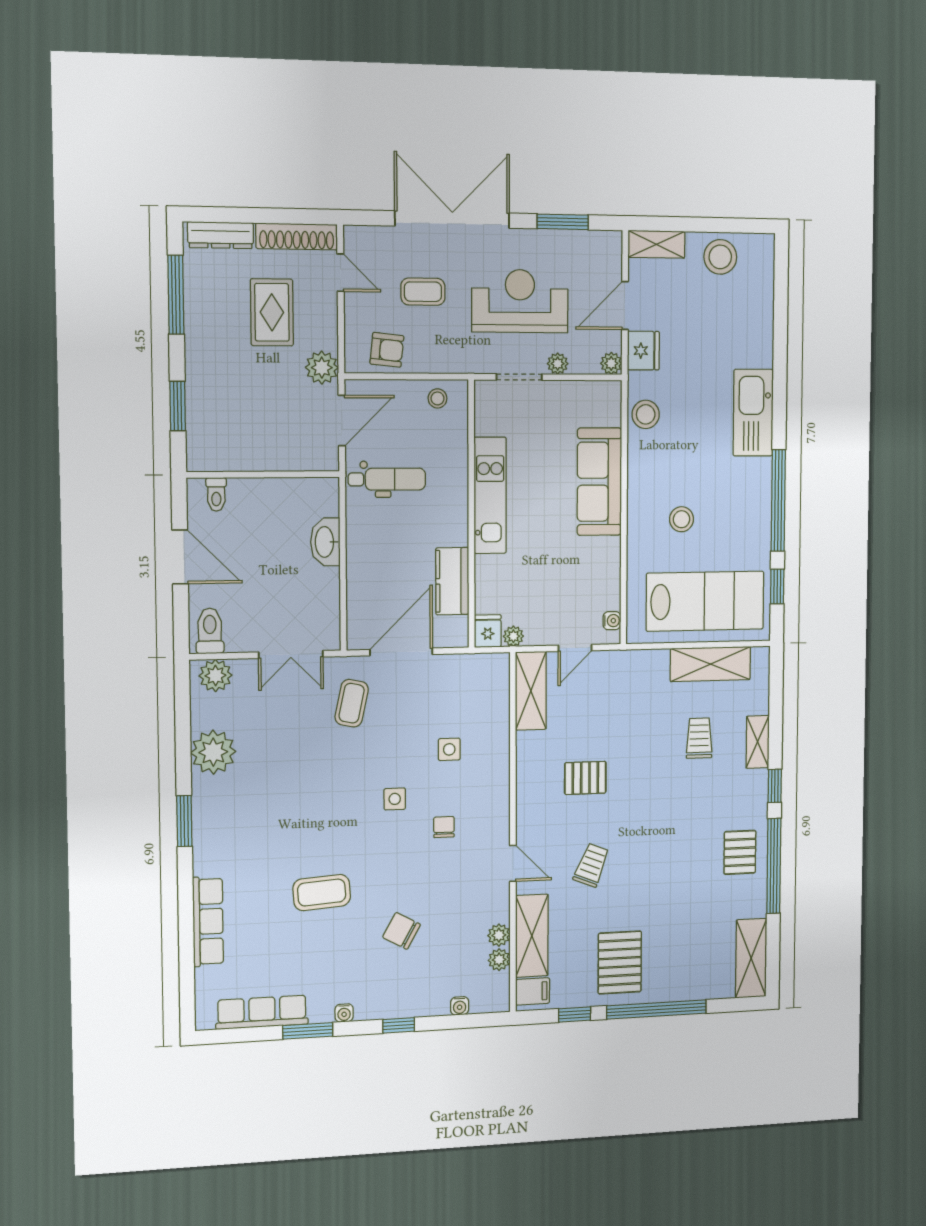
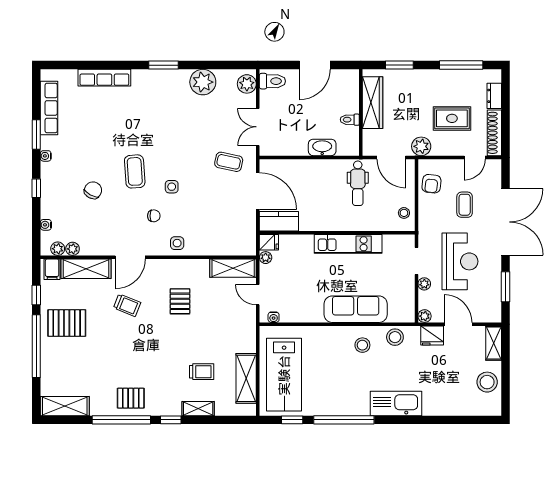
dresser: (221, 235) -> (494, 96), width x0.70
wardrobe: (245, 454) -> (373, 103), added
toilet: (216, 494) -> (350, 120), moved
stool: (682, 519) -> (362, 345), moved
kitchen counter: (452, 581) -> (279, 221), moved
side table: (449, 749) -> (177, 243), moved
door: (513, 863) -> (130, 257), width x1.38
coffee table: (322, 893) -> (135, 171), moved
plant: (499, 935) -> (58, 249), moved

